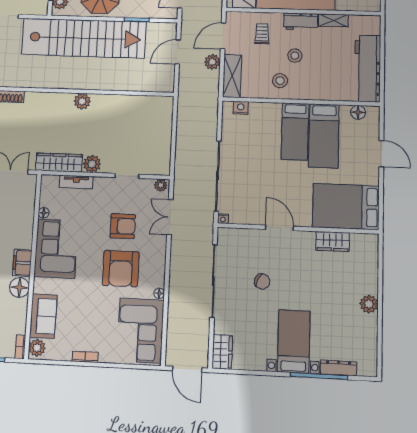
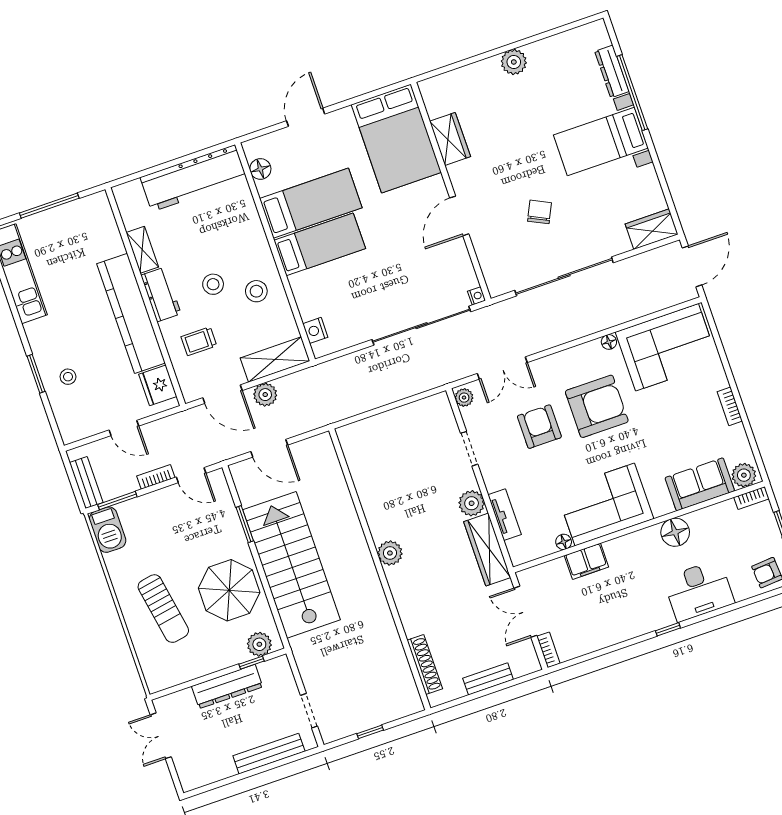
stairs: (84, 38) -> (291, 565), width x0.73
filing cabinet: (22, 263) -> (586, 561), moved

